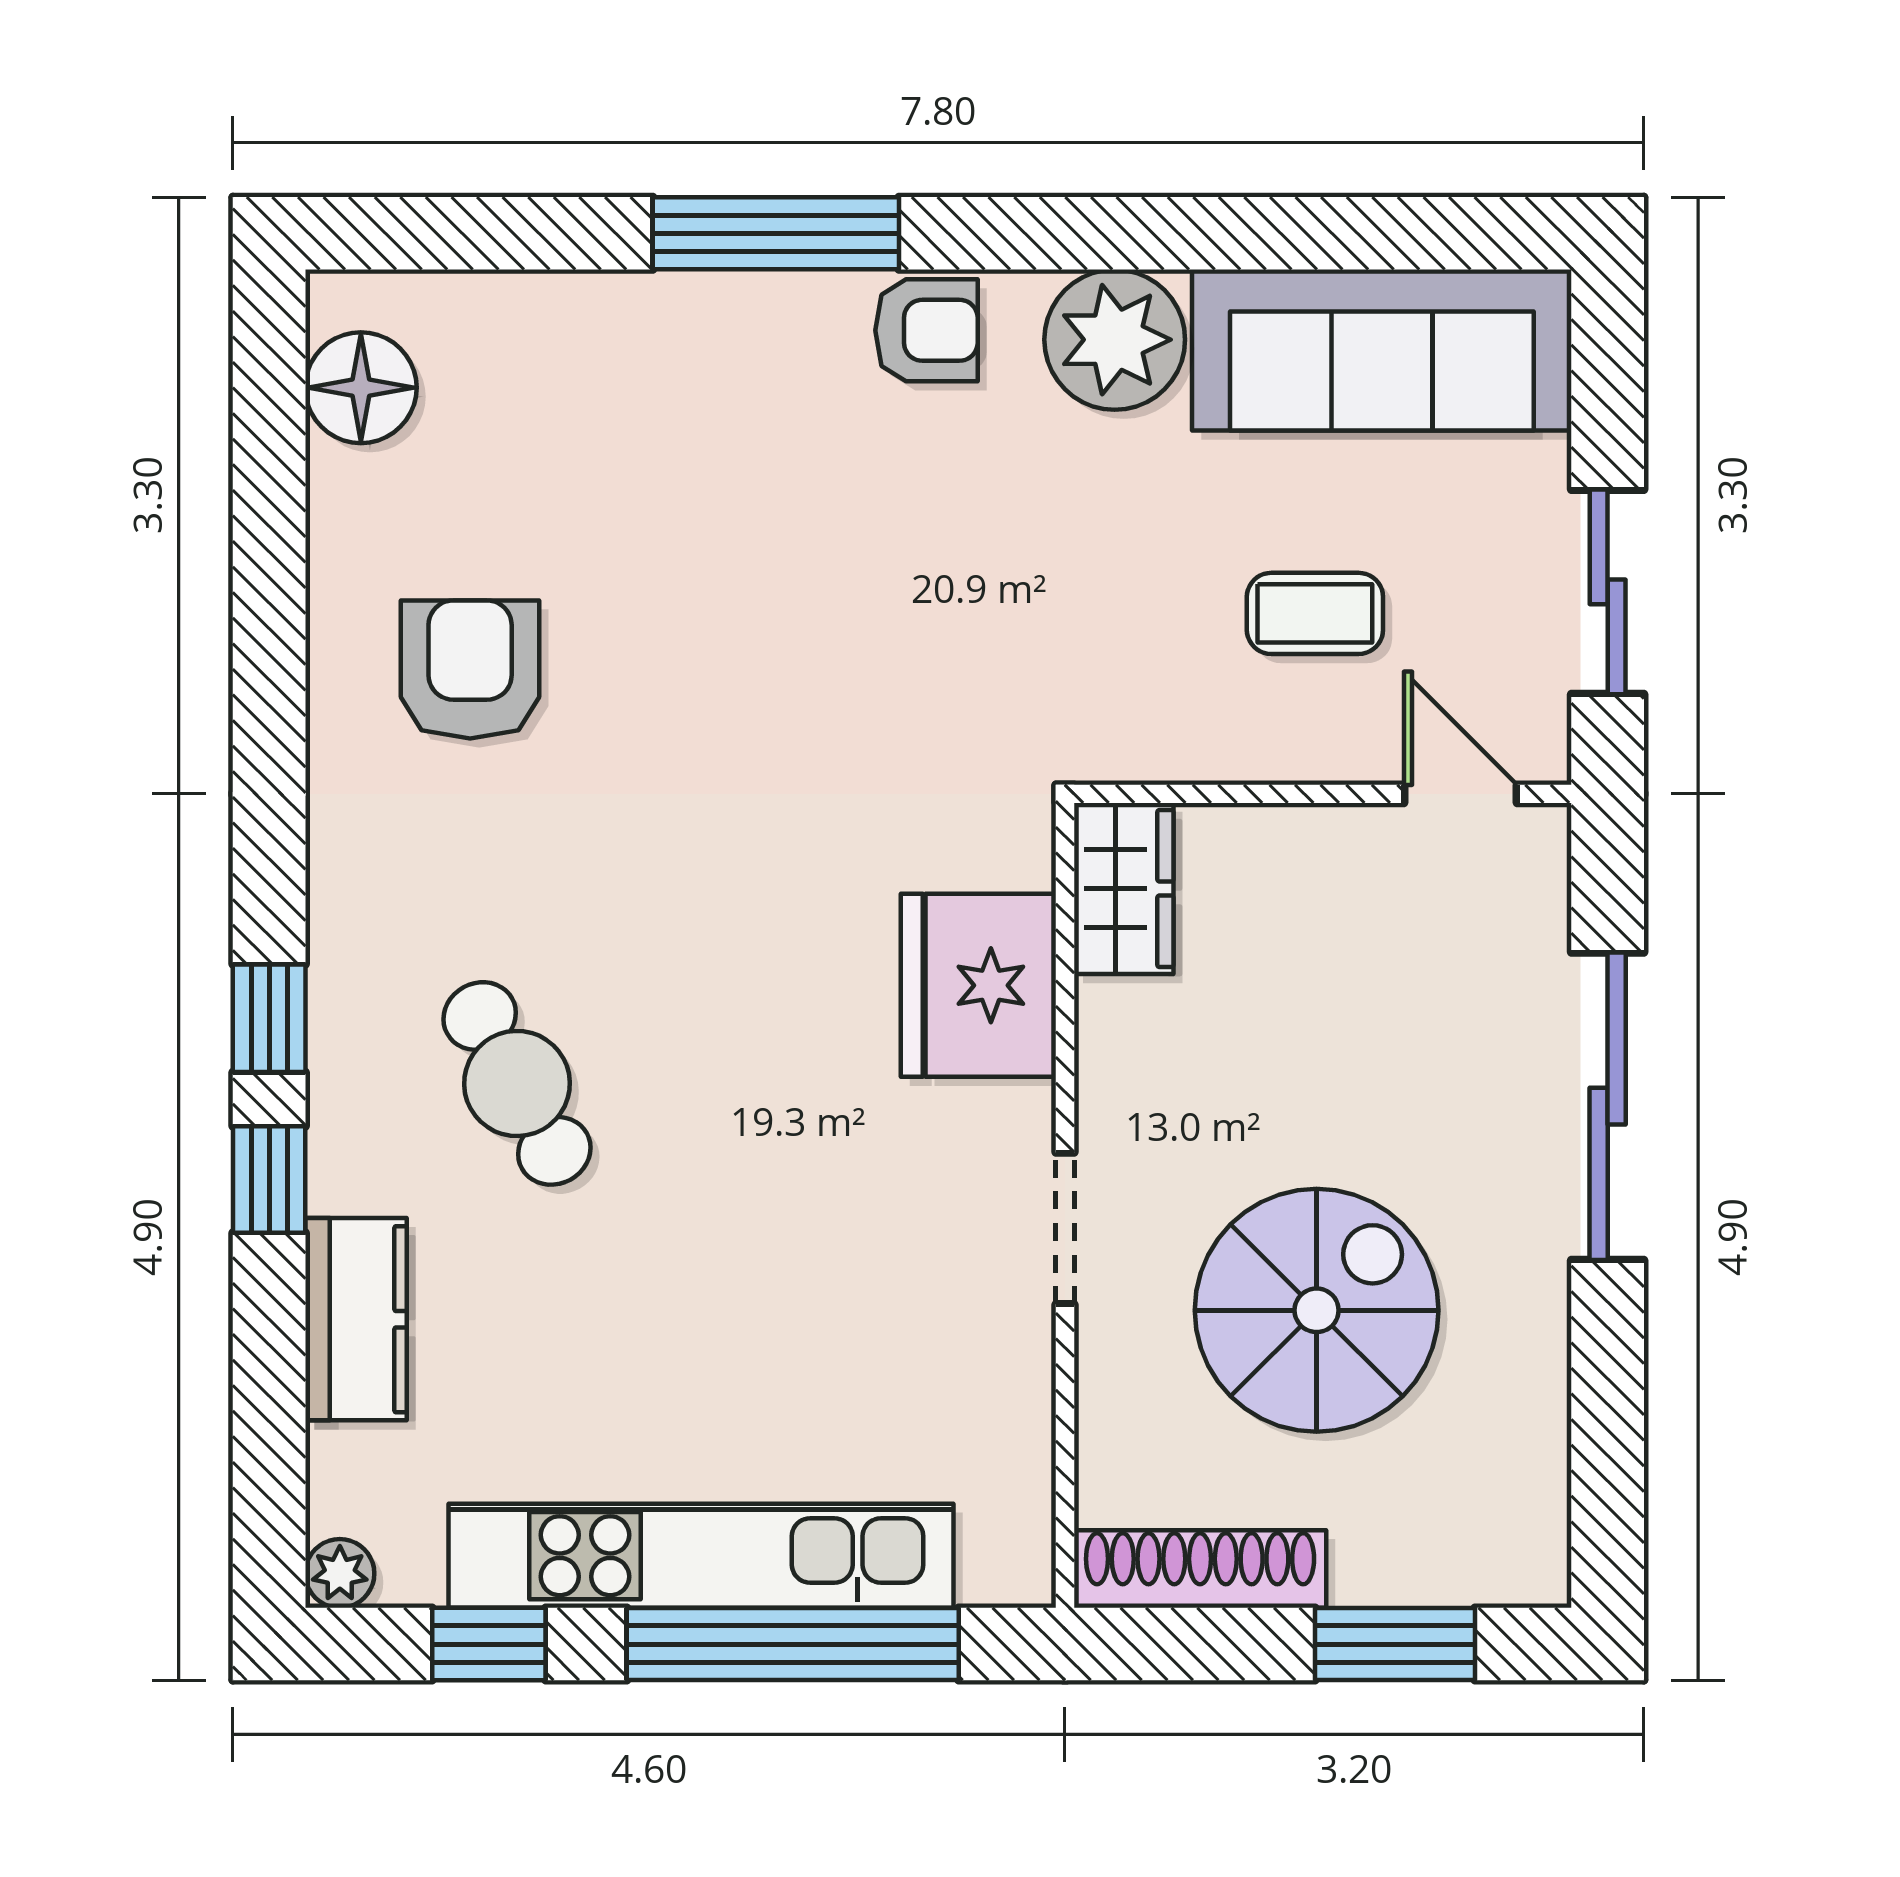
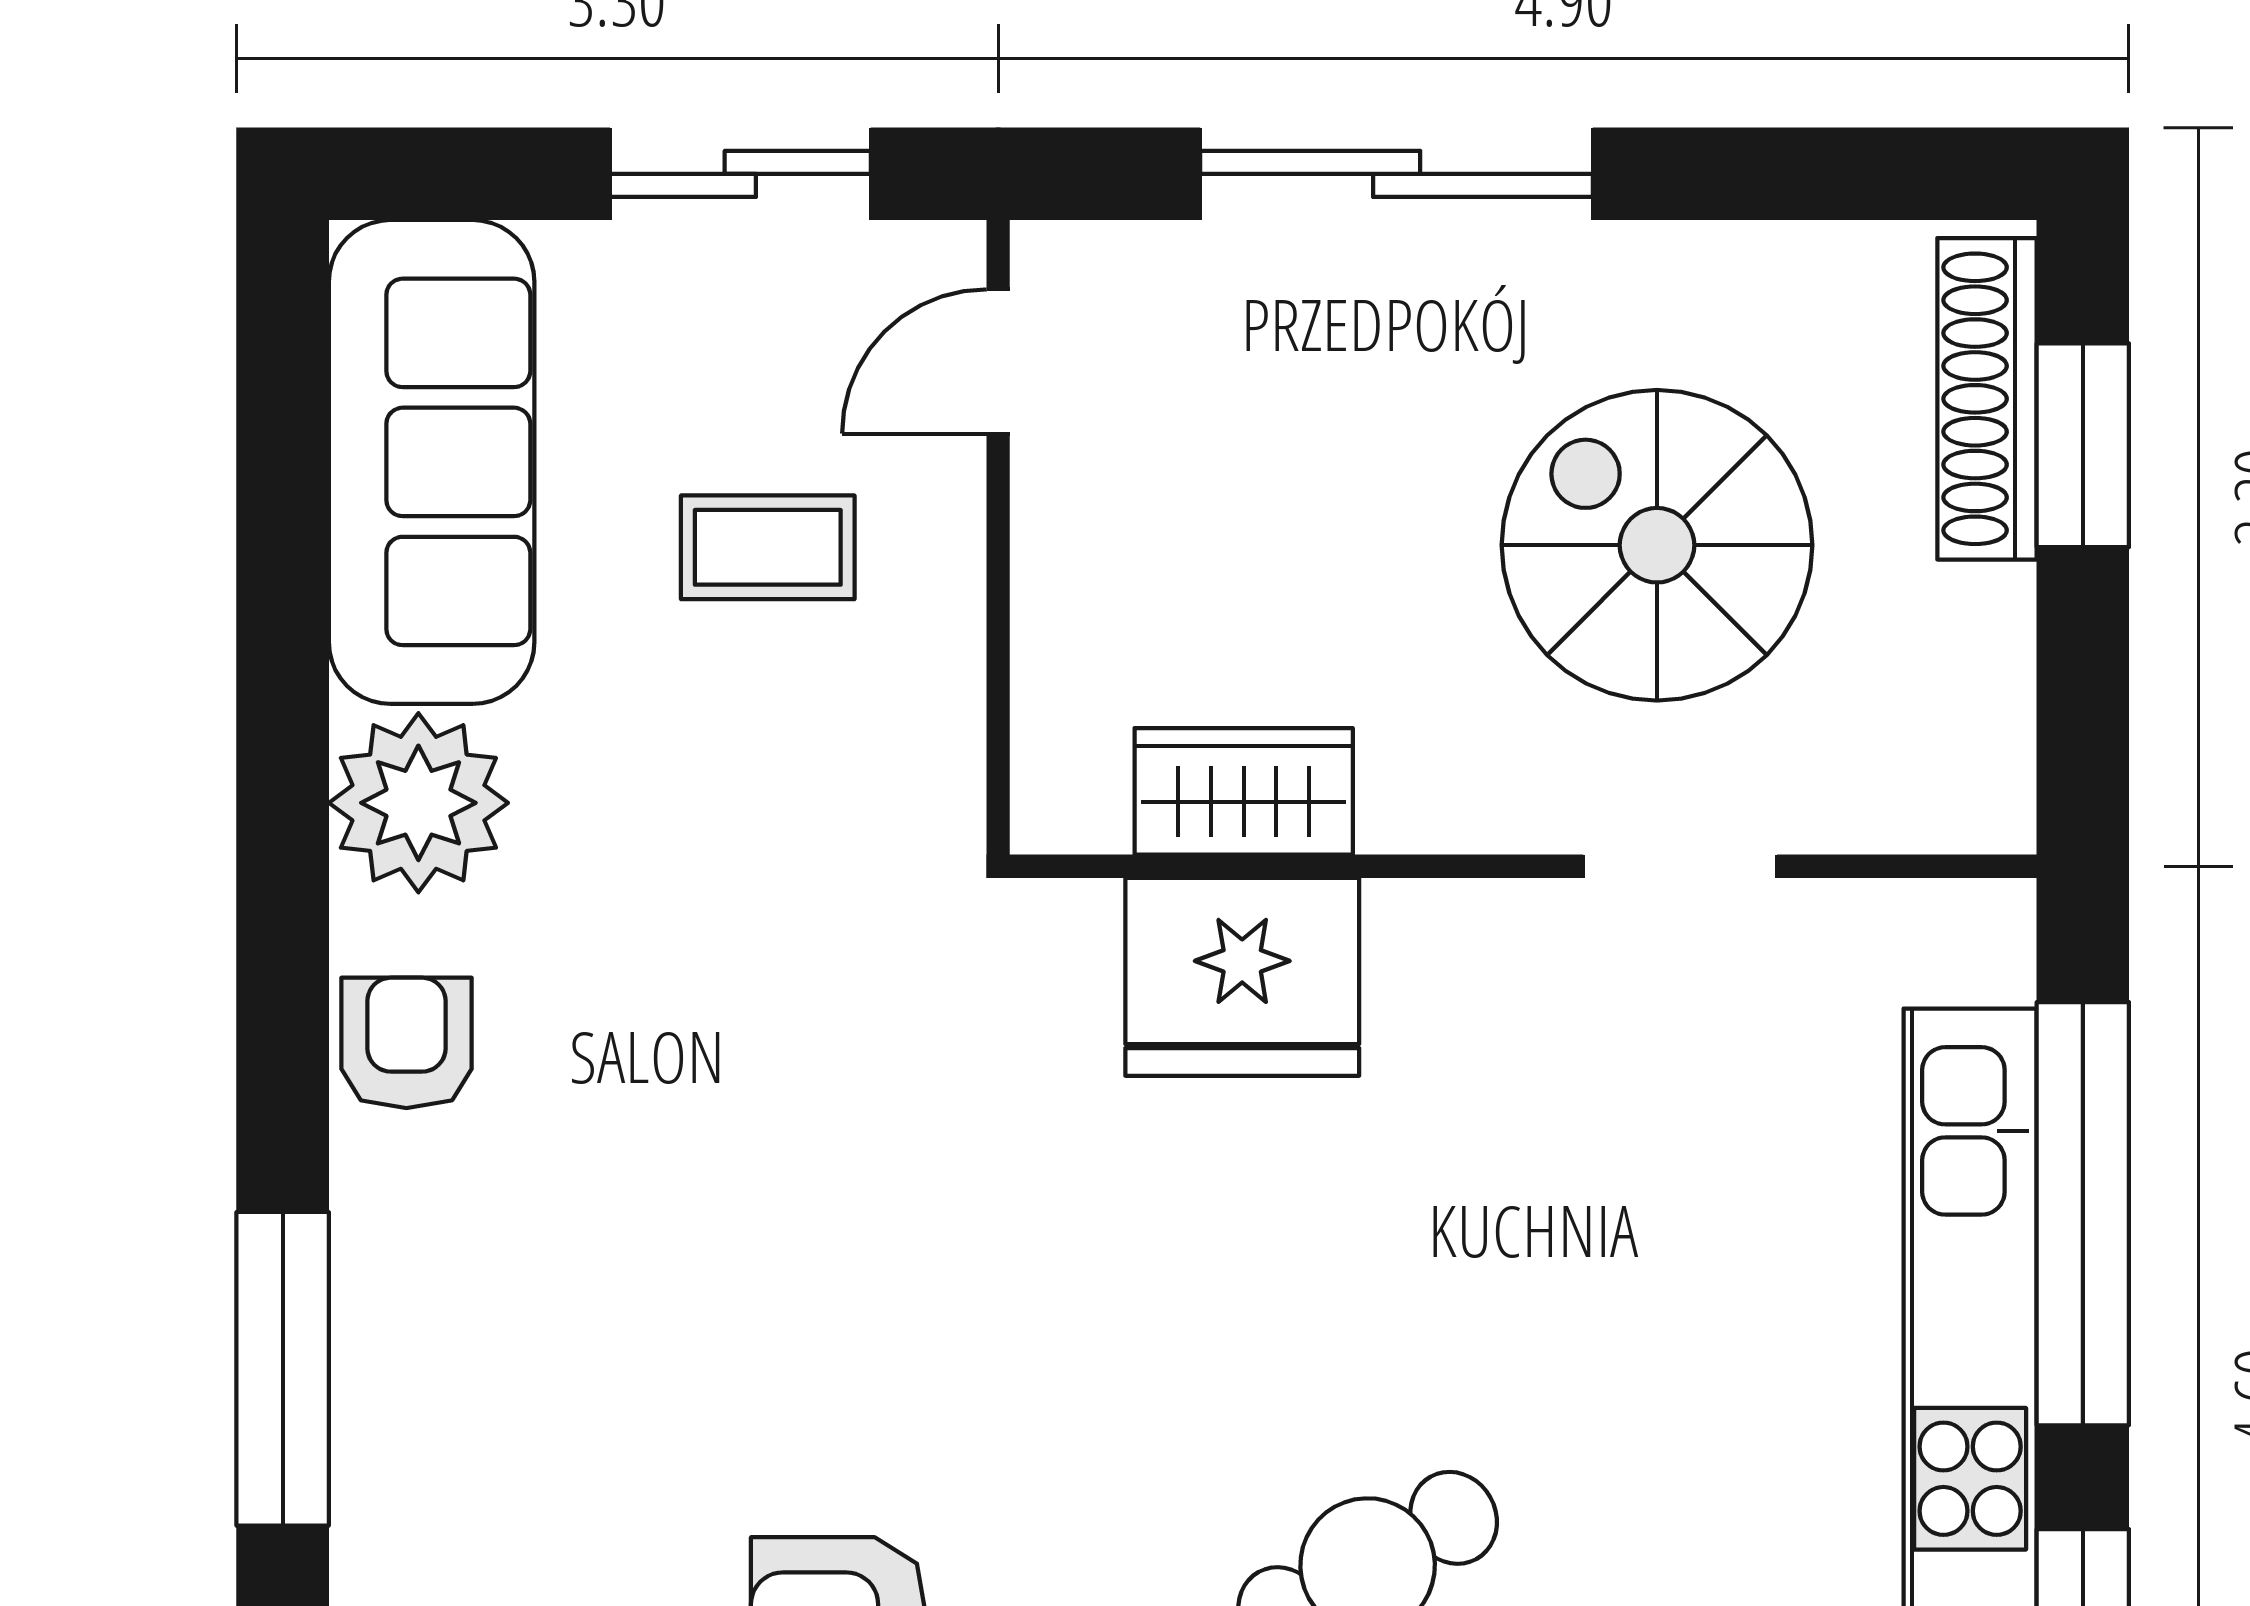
window: (776, 233) -> (283, 1369), moved
coffee table: (1315, 613) -> (768, 547), turned 90
wardrobe: (1124, 889) -> (1244, 791), moved
doorway: (1065, 1228) -> (1680, 866), moved
shoe rack: (1200, 1569) -> (1987, 399), moved

